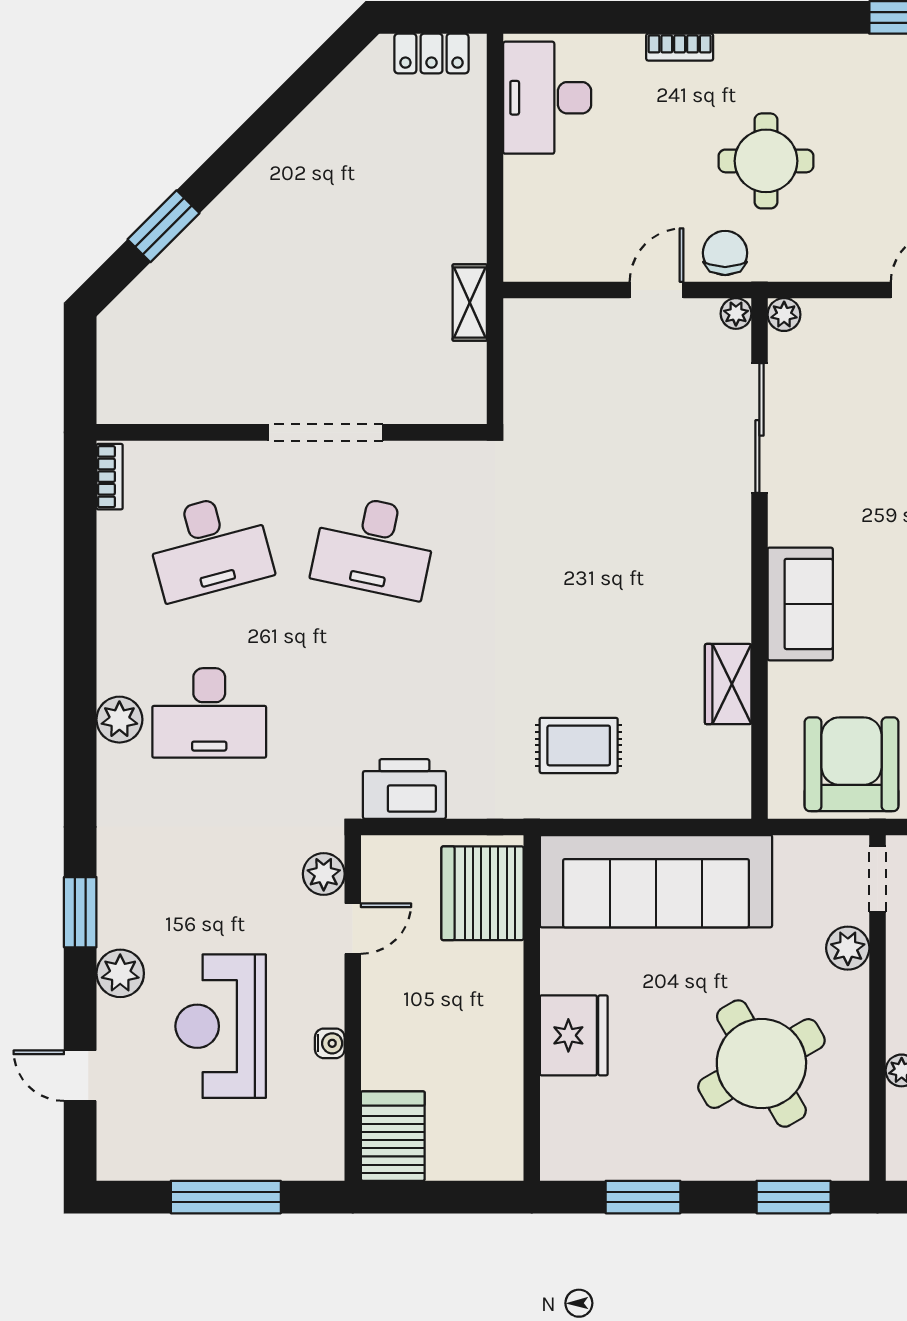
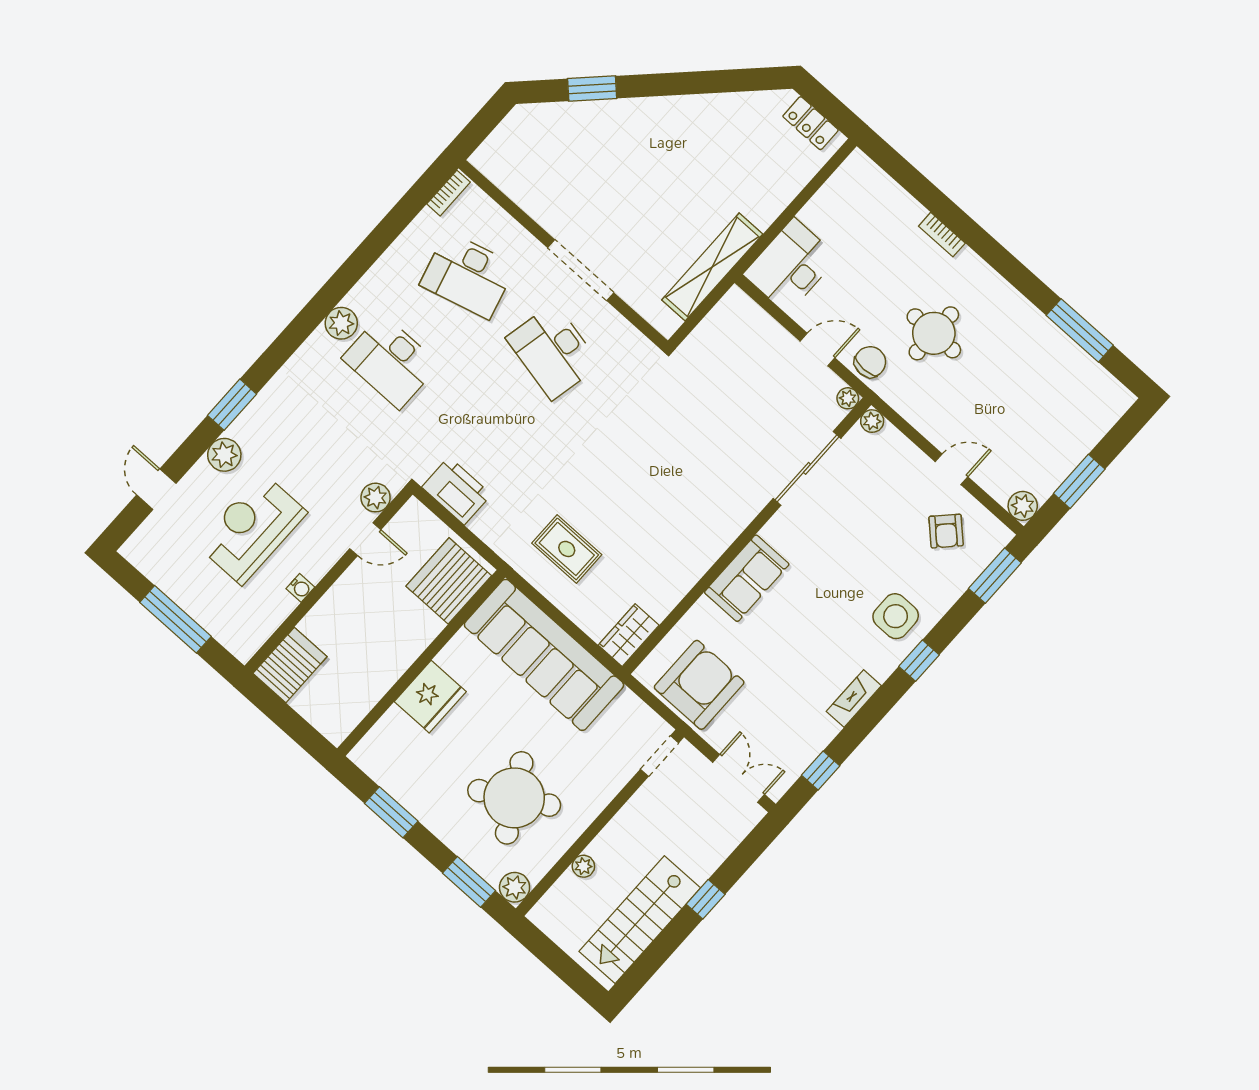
desk: (547, 98) -> (791, 266), moved
shelving: (470, 303) -> (712, 267), width x2.20, depth x1.33
wardrobe: (728, 684) -> (629, 635), moved
plant: (848, 948) -> (515, 887), moved

